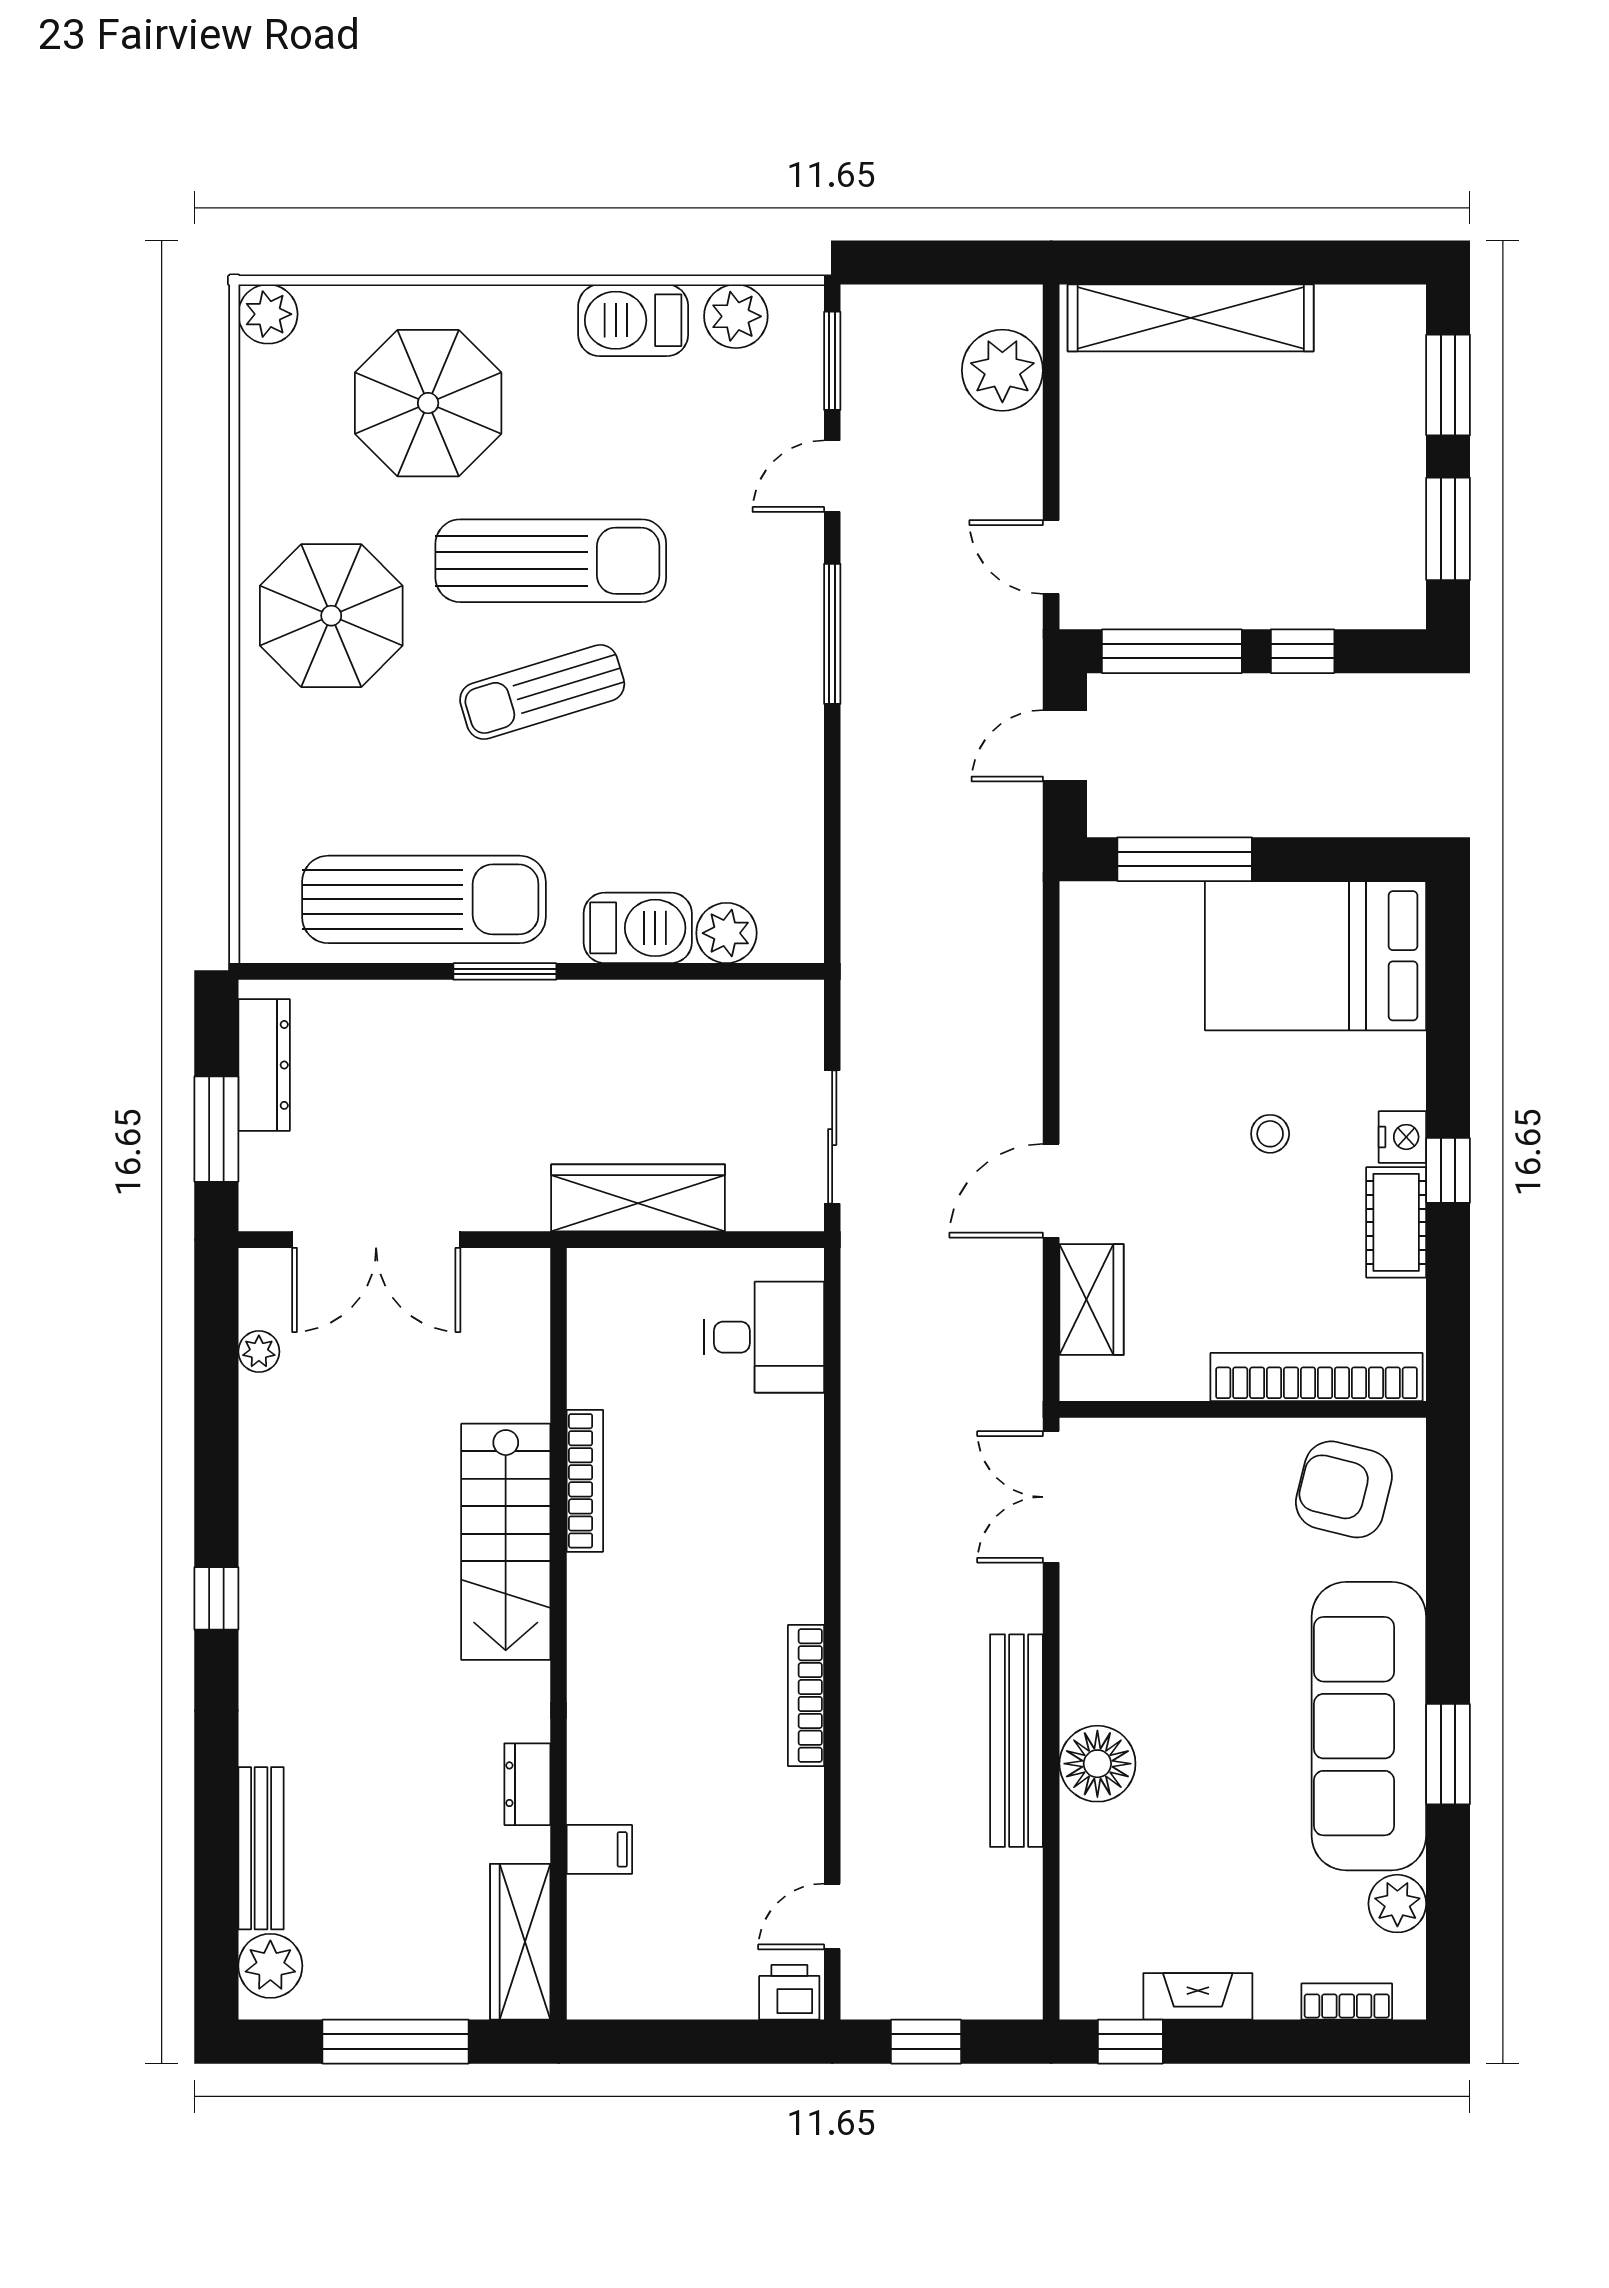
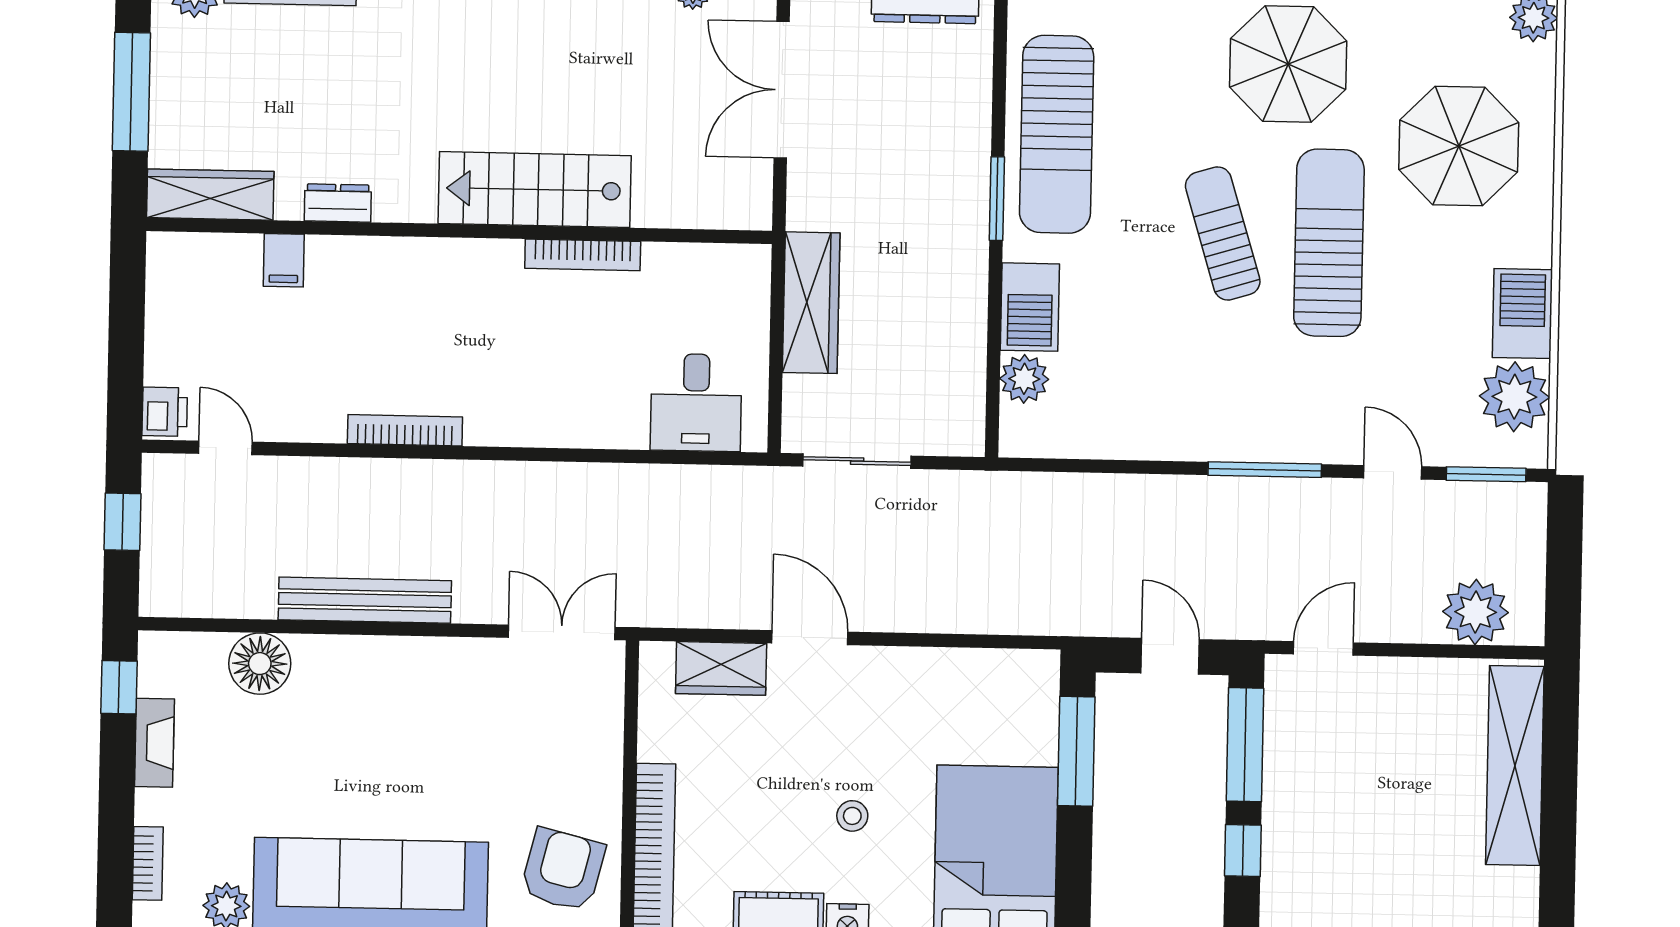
plant: (736, 316) -> (1514, 397), width x1.36, depth x1.36
sun lounger: (551, 561) -> (1329, 243), turned 180
floor lamp: (1097, 1764) -> (260, 664), moved

